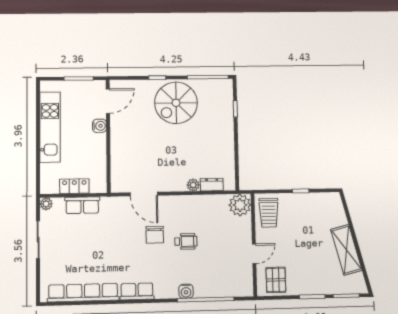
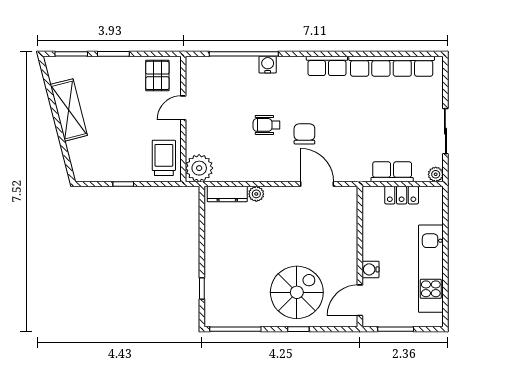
spiral stairs: (176, 103) -> (297, 292), moved
dresser: (212, 185) -> (227, 194), width x1.44

